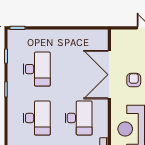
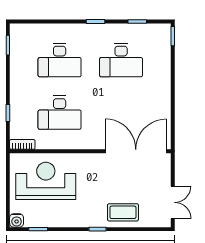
double door: (109, 75) -> (136, 151), moved
armchair: (134, 80) -> (107, 182), removed

